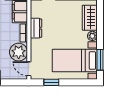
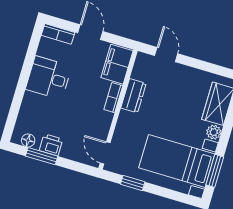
plant: (19, 52) -> (97, 124), removed

